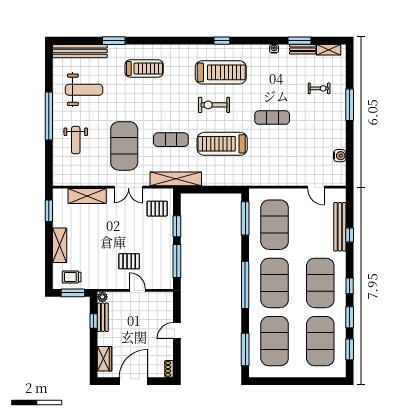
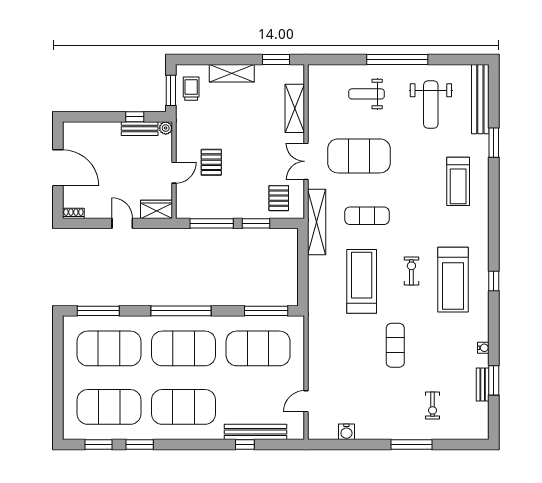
shelving: (329, 50) -> (482, 418), removed
exercise bike: (214, 105) -> (411, 271), width x0.73, depth x0.72
exercise mat: (171, 140) -> (367, 216), turned 90
window: (350, 286) -> (180, 444), removed
wardrobe: (105, 359) -> (157, 209), moved, turned 180

